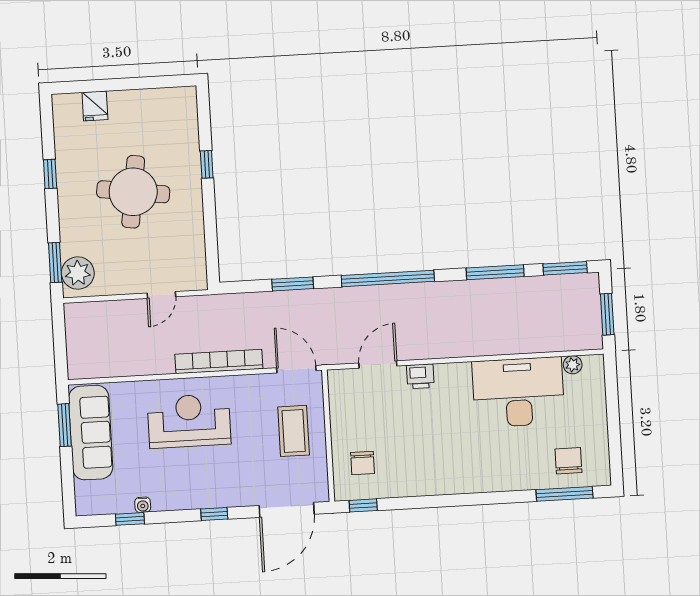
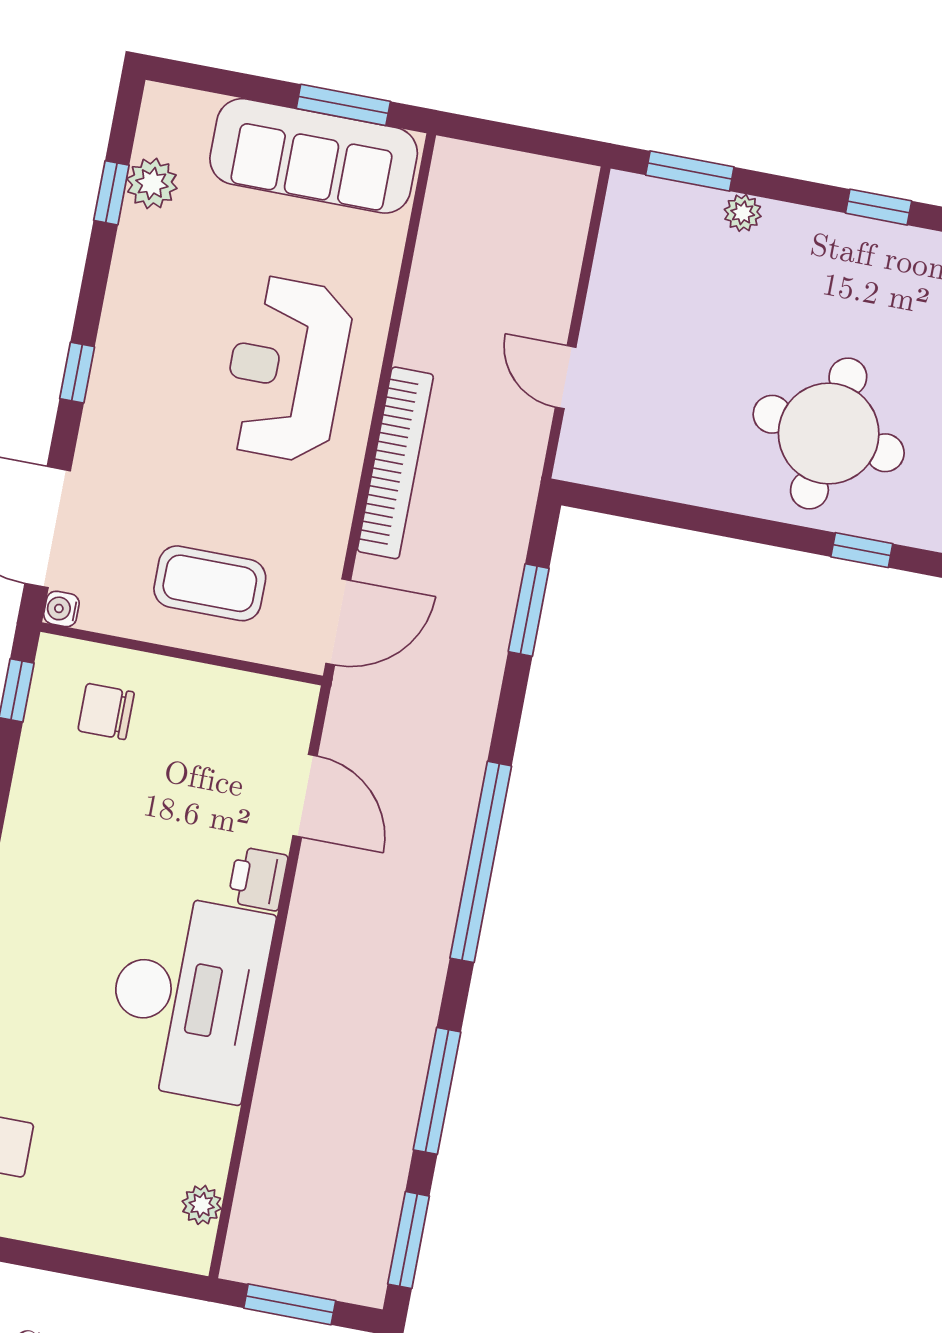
window: (207, 164) -> (862, 550), moved
round table: (133, 192) -> (829, 434), moved
plant: (78, 273) -> (743, 213), moved, width x0.53, depth x0.53
window: (293, 284) -> (529, 610), moved
desk: (518, 392) -> (188, 997), moved
reception desk: (189, 421) -> (286, 369), turned 180
plant: (121, 502) -> (152, 183), added
water cooler: (143, 505) -> (61, 609), moved

